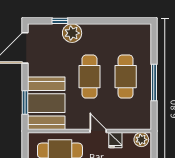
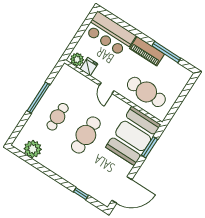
plant: (72, 33) -> (33, 149), moved
cafe table: (126, 77) -> (58, 117), width x0.73, depth x0.74
fridge: (115, 140) -> (89, 67), moved

